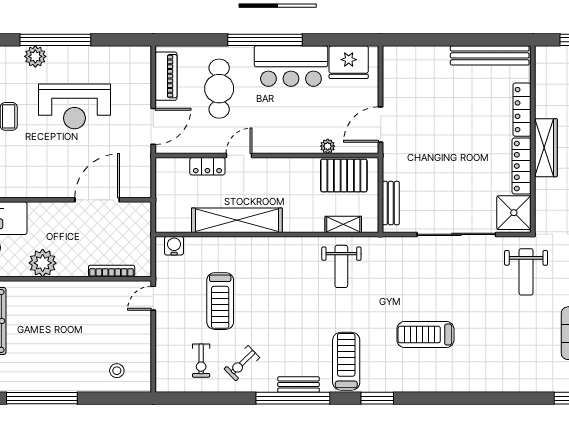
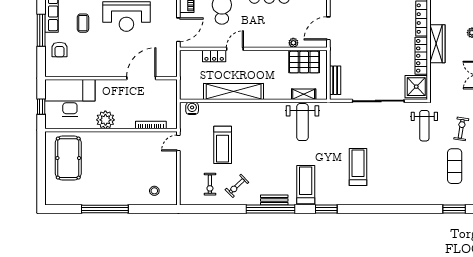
weight bench: (341, 266) -> (302, 122), width x1.36, depth x1.33
treadmill: (425, 335) -> (358, 167), turned 90

